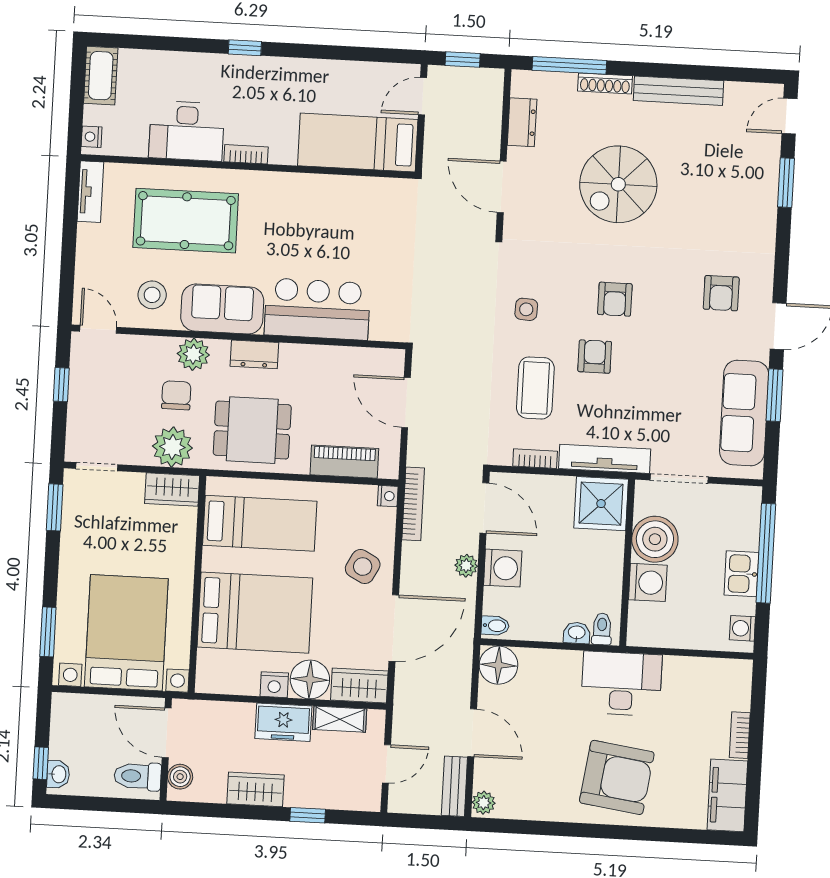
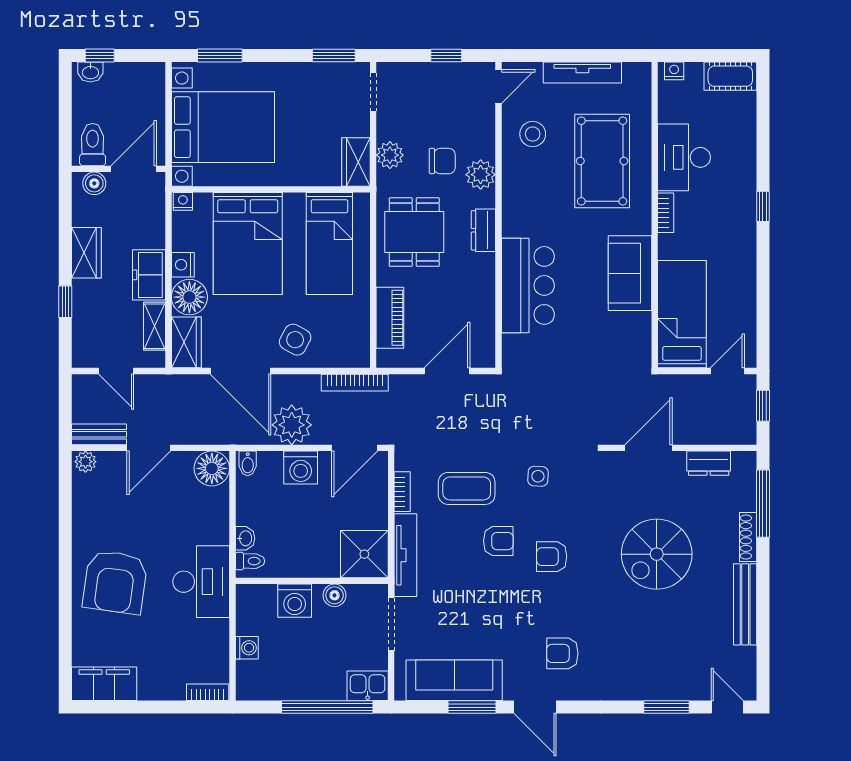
door: (423, 96) -> (727, 371), hinge flipped
spiral stairs: (618, 184) -> (657, 554), turned -90
tv unit: (90, 192) -> (582, 73), moved, width x1.41
sofa: (222, 309) -> (630, 273), moved, turned 180
plant: (172, 447) -> (390, 155), width x0.73, depth x0.73
nightstand: (388, 496) -> (183, 201), moved, turned 180
boiler: (655, 539) -> (335, 595), width x0.54, depth x0.54
plant: (466, 566) -> (292, 425), width x1.87, depth x1.87
kitchen sink: (741, 574) -> (368, 686), moved
washing machine: (742, 628) -> (247, 648), moved, turned 90
bookcase: (740, 735) -> (208, 692), moved

